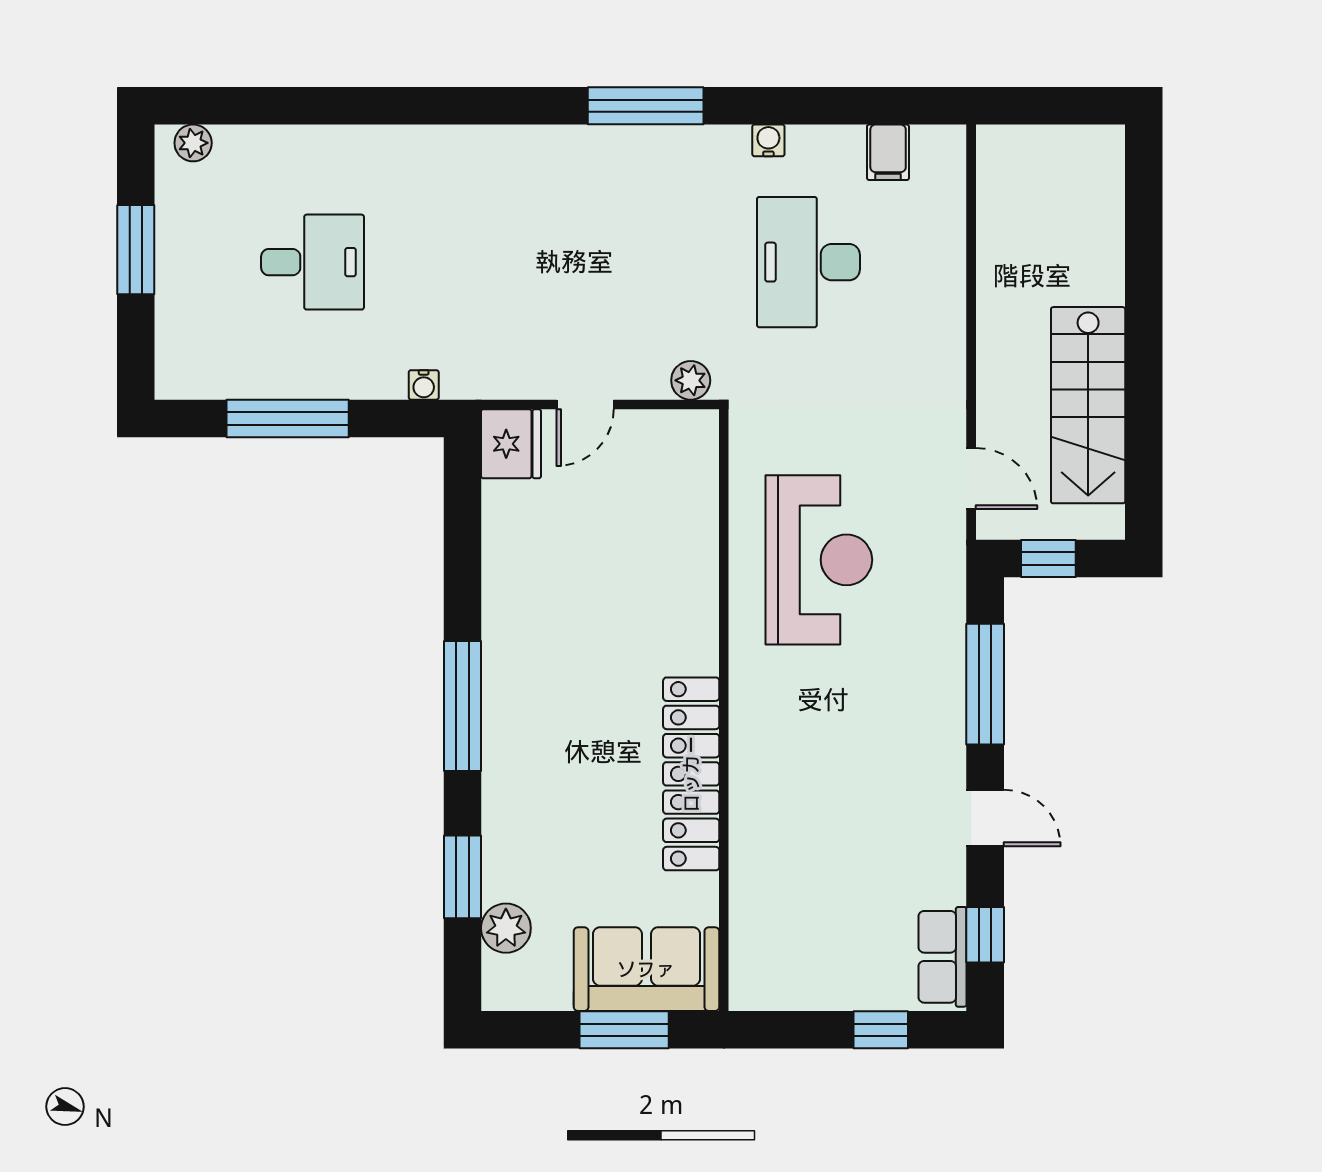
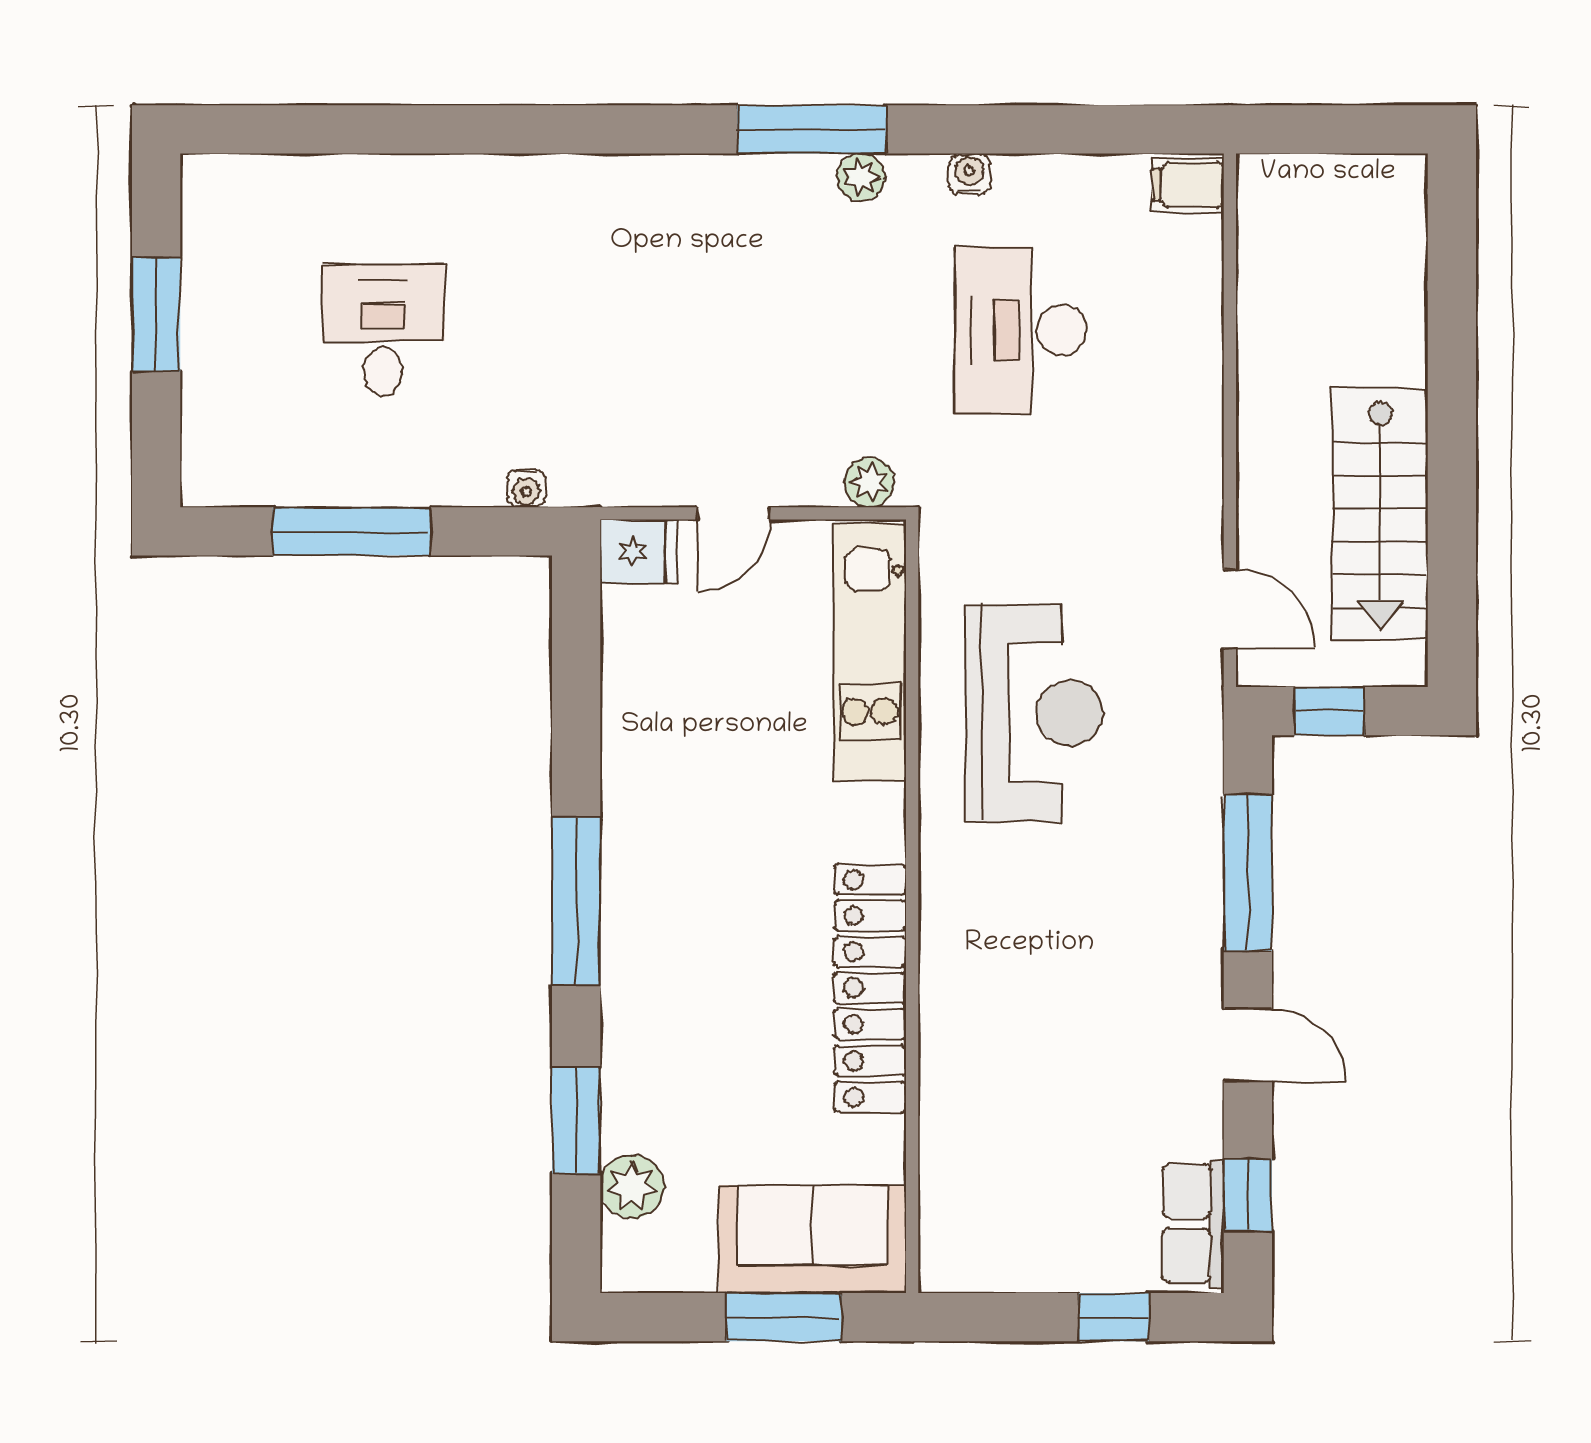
plant: (193, 143) -> (861, 177), moved
filing cabinet: (888, 152) -> (1188, 185), moved, turned 90
desk: (313, 262) -> (383, 330), turned -90
fridge: (511, 444) -> (638, 551), width x0.72
kitchen unit: (691, 513) -> (870, 652), added

